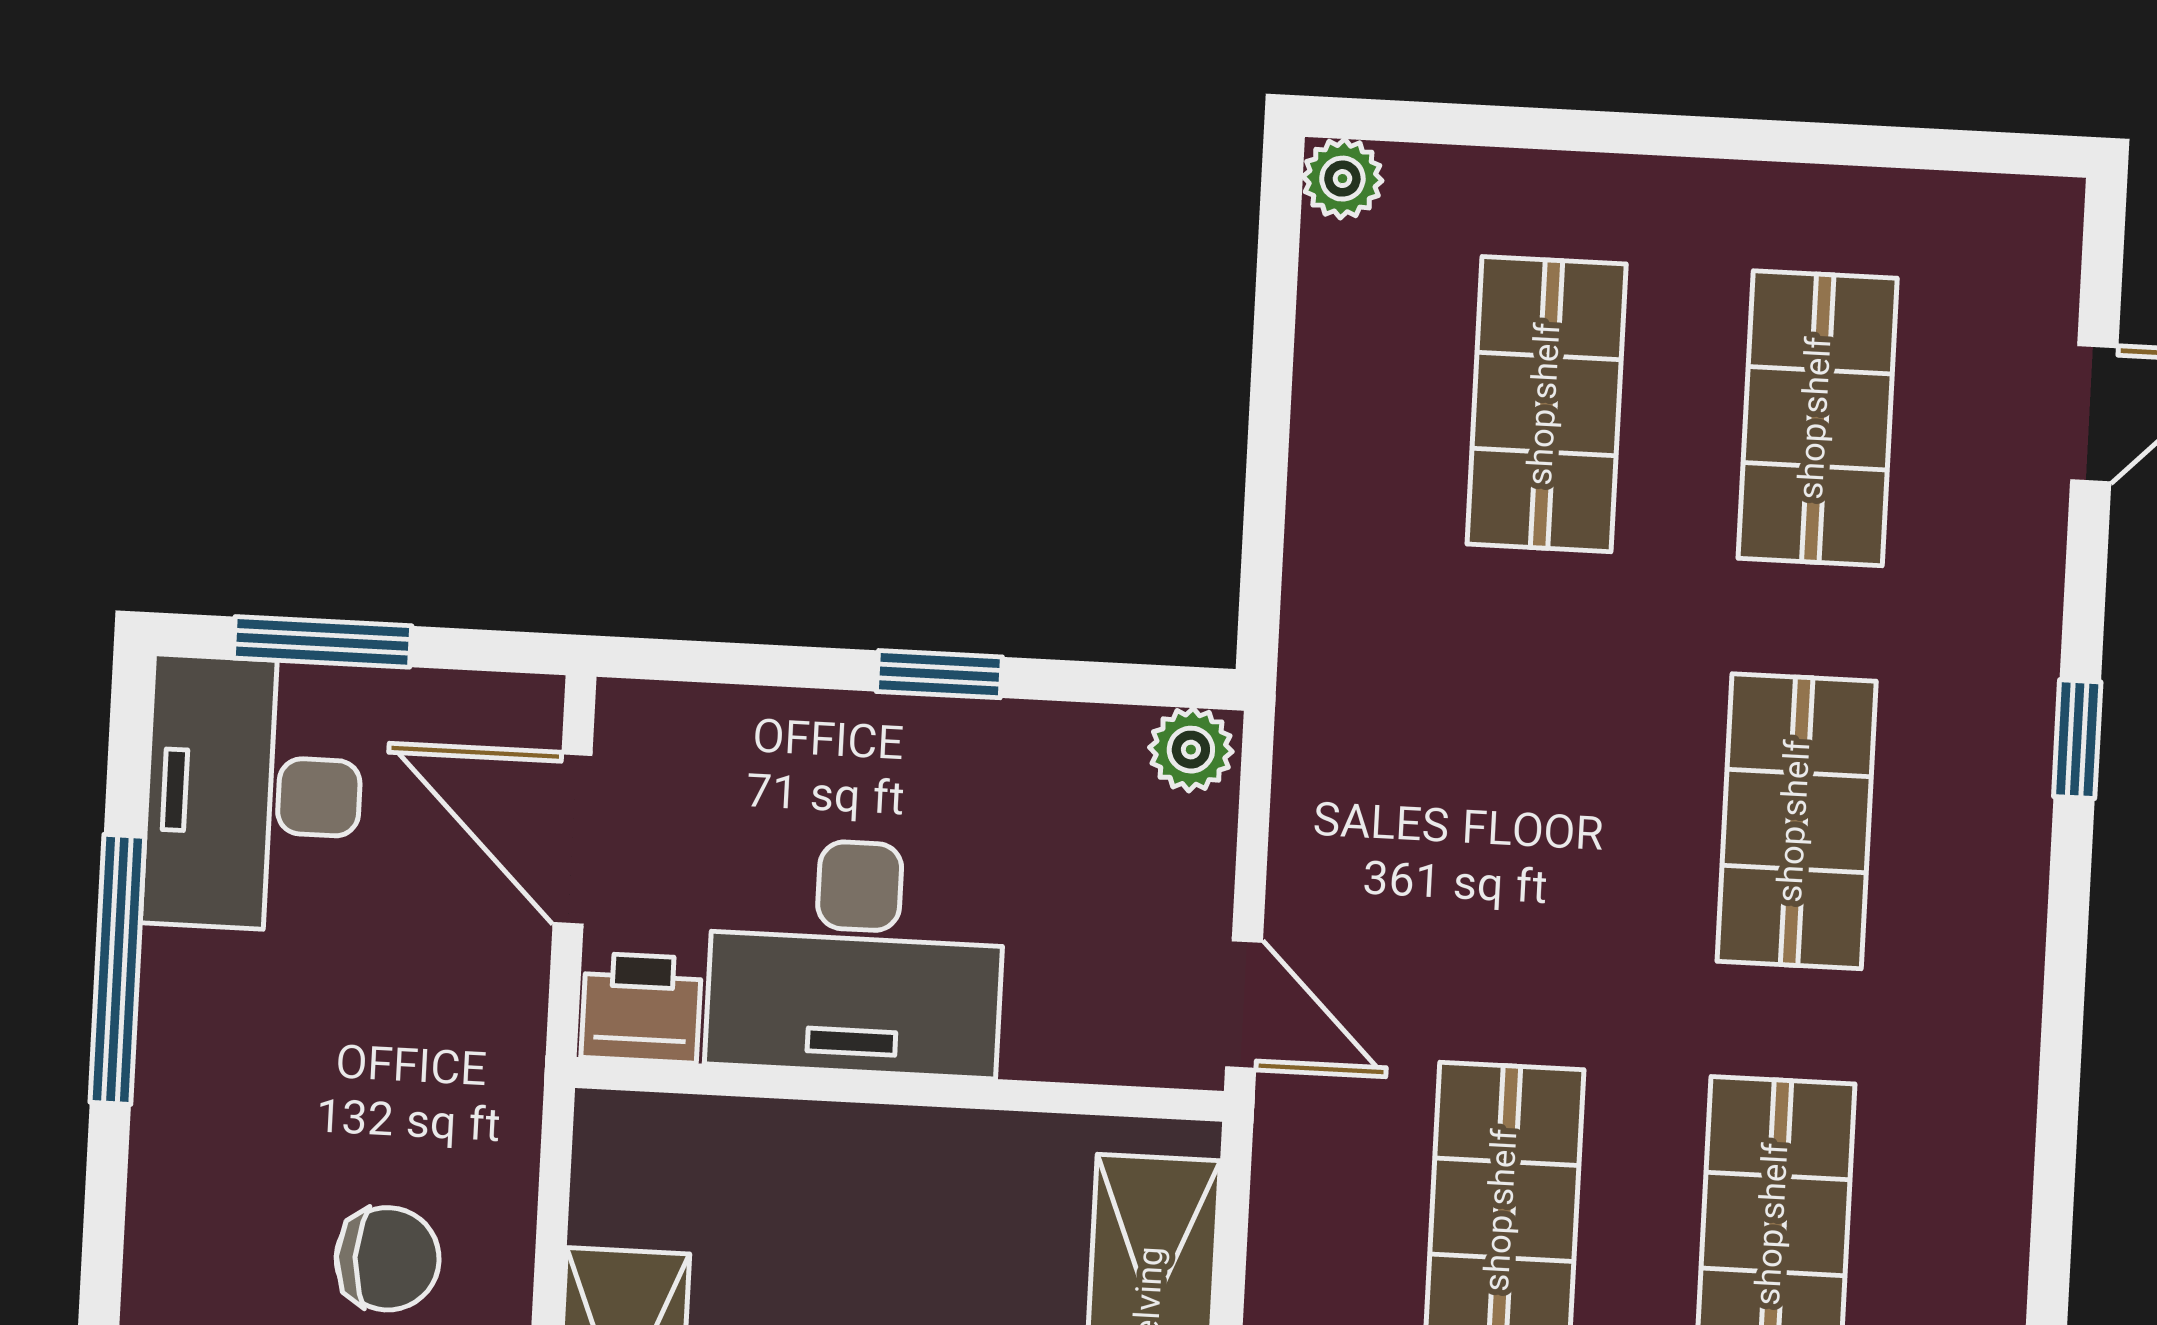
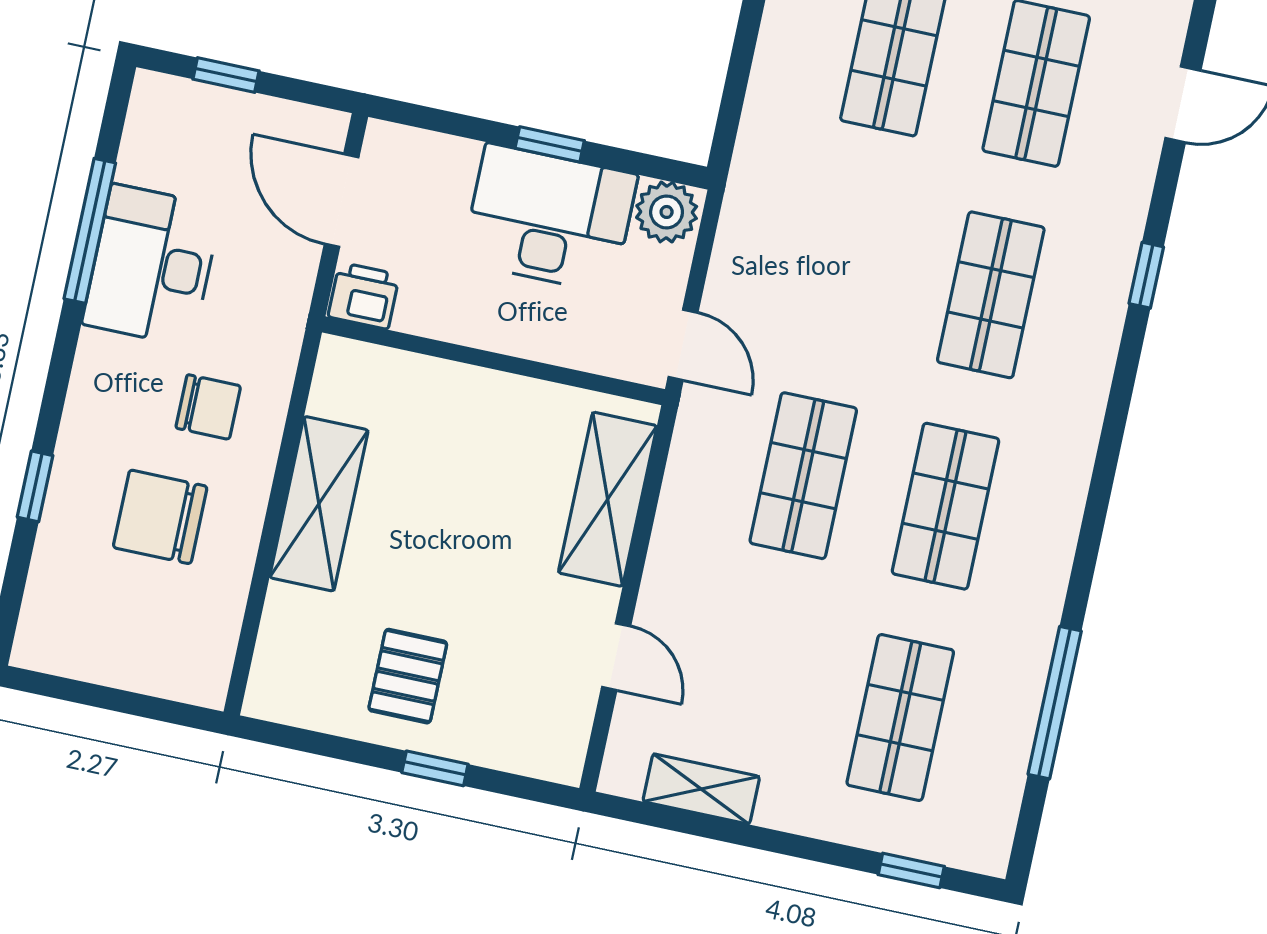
window: (322, 642) -> (226, 75), width x0.67
plant: (1191, 750) -> (667, 212), width x1.38, depth x1.38
desk: (253, 794) -> (152, 265), moved
desk: (856, 957) -> (550, 218), moved, turned 180

